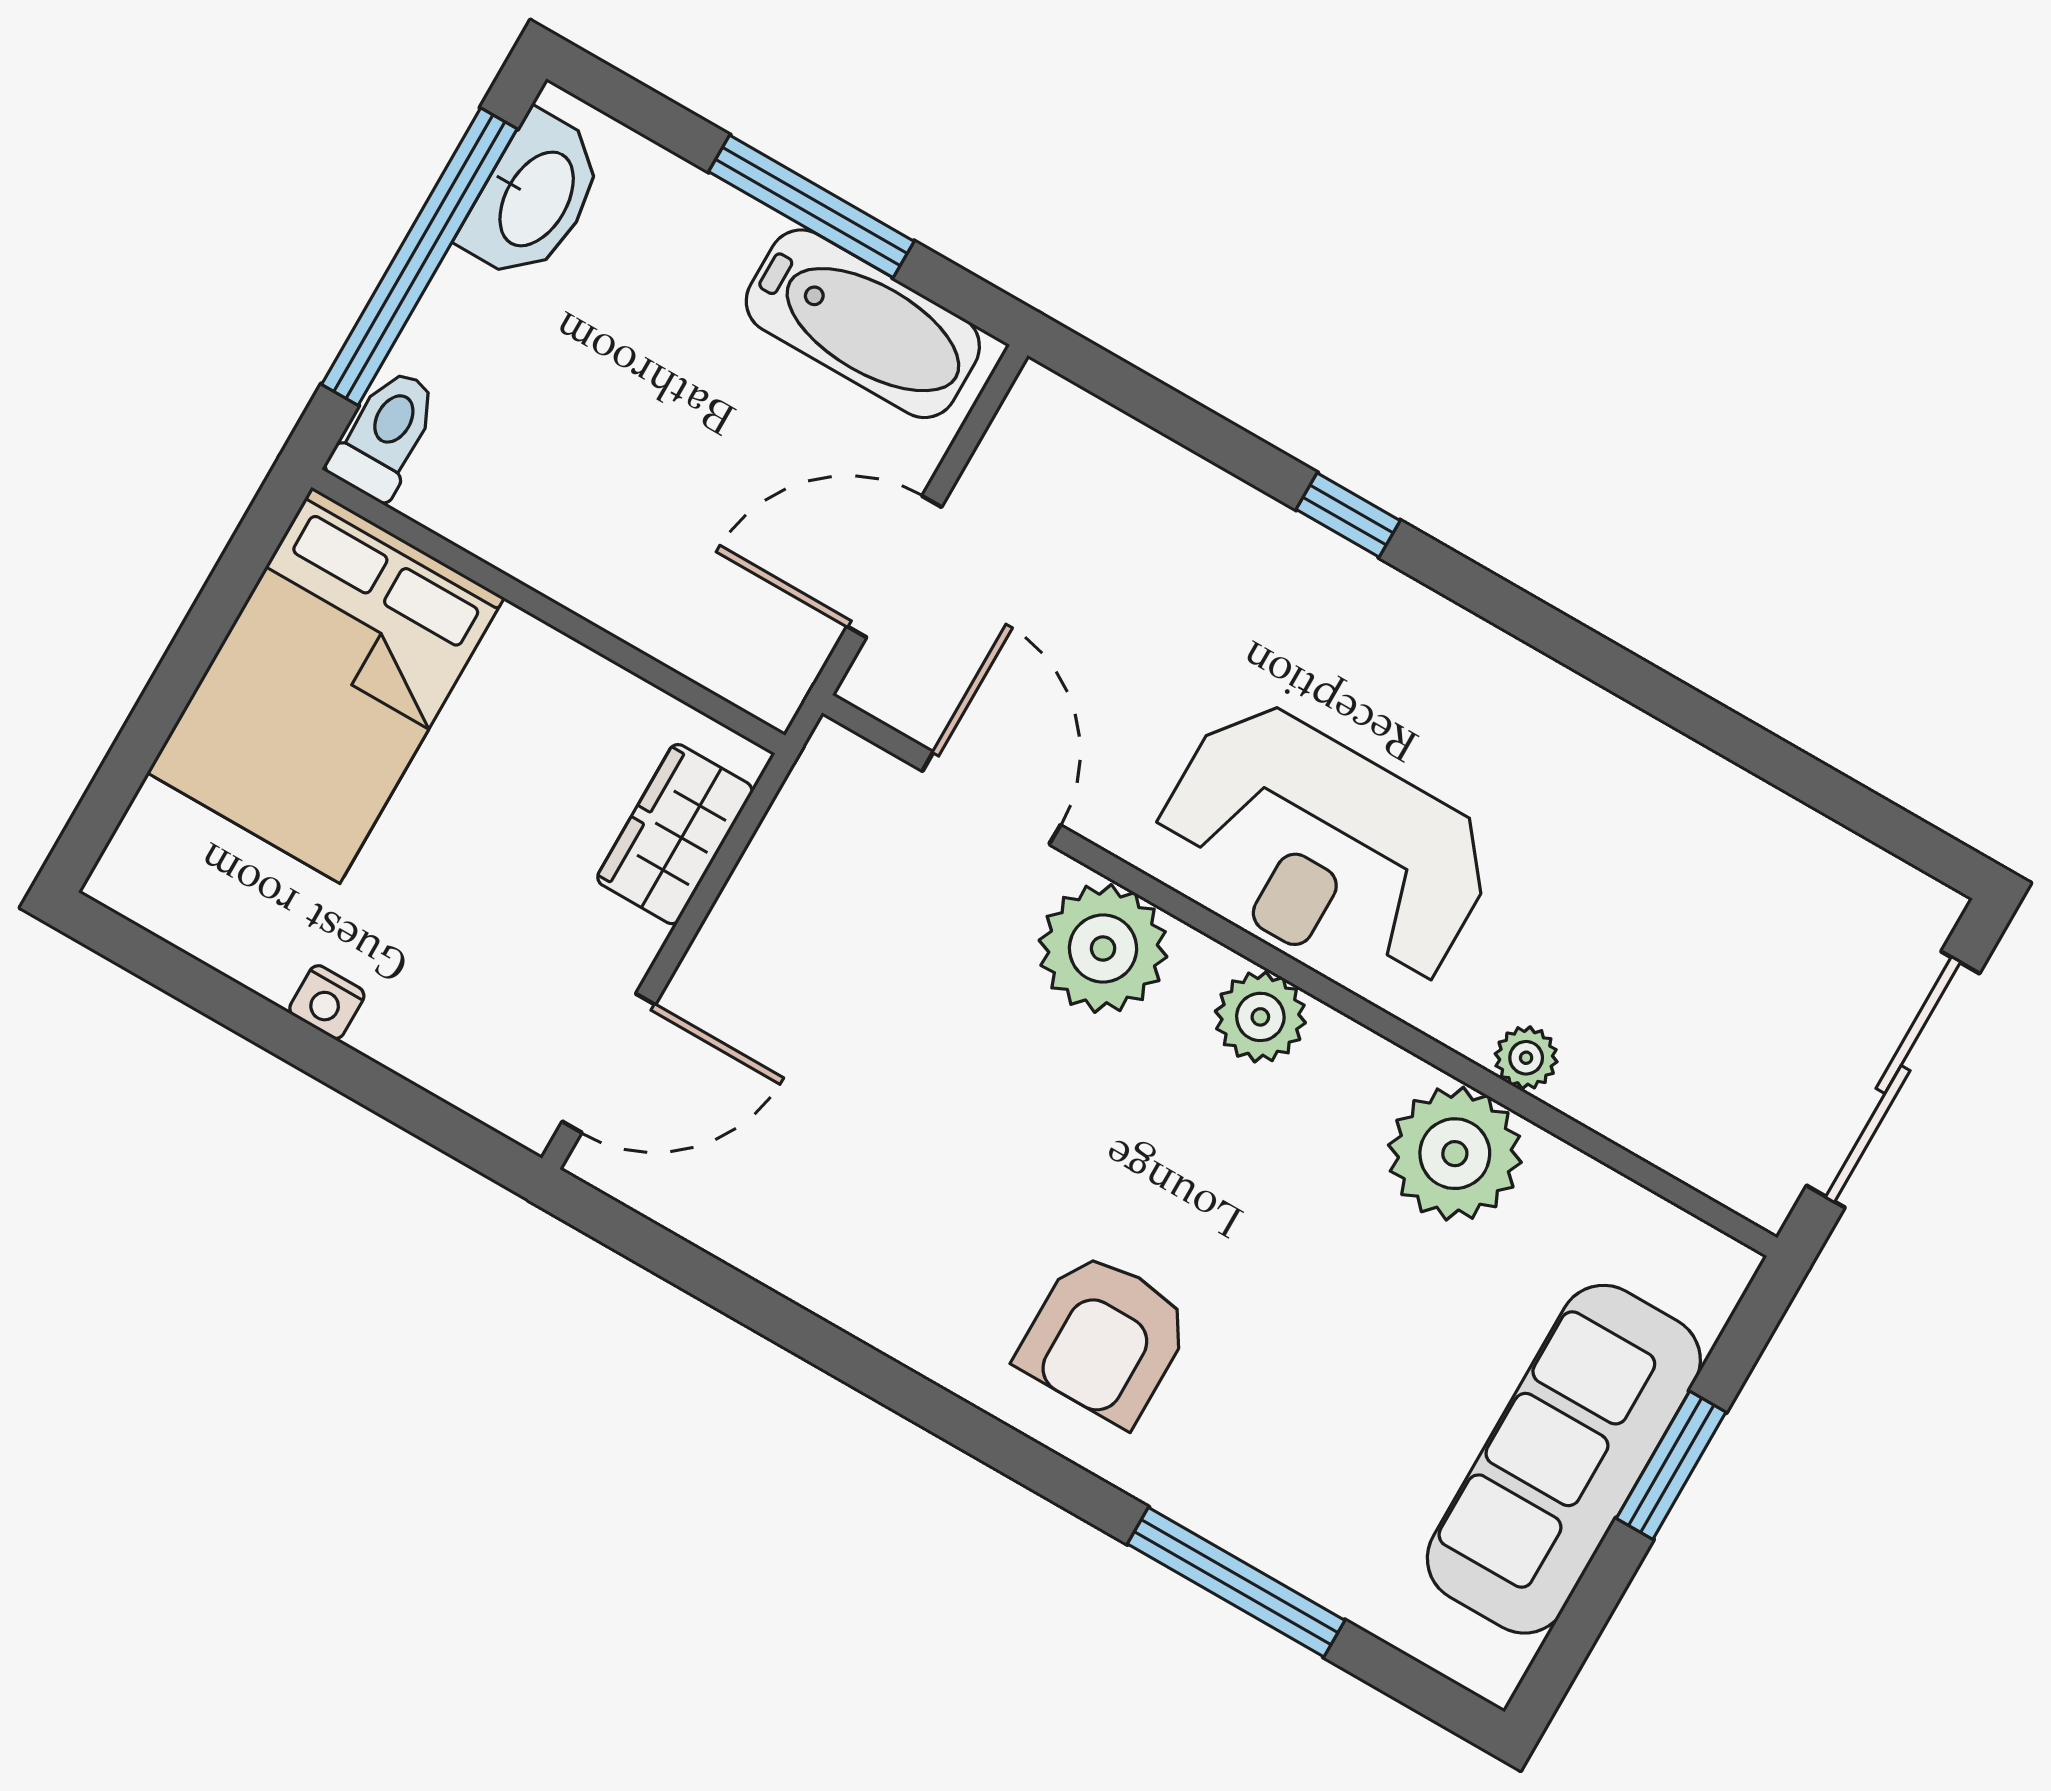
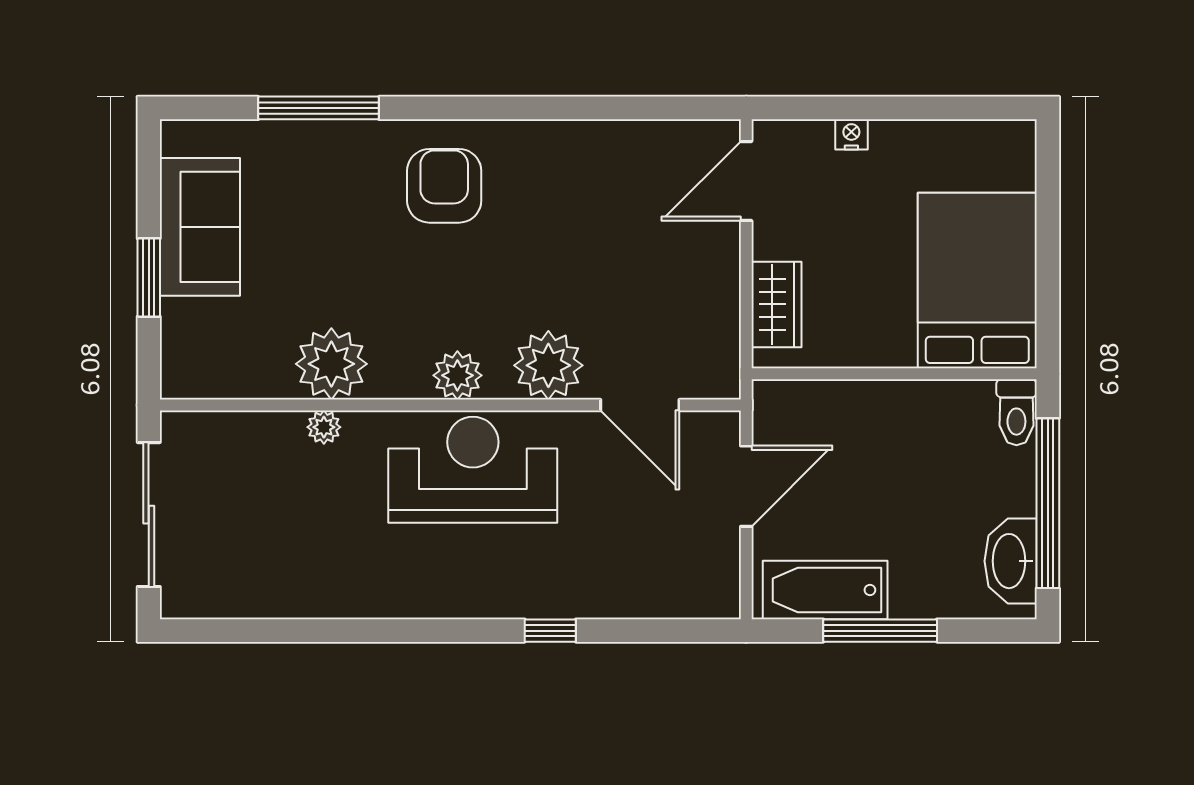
nightstand: (327, 1002) -> (851, 134), moved
sofa: (1564, 1459) -> (200, 227), width x0.73

